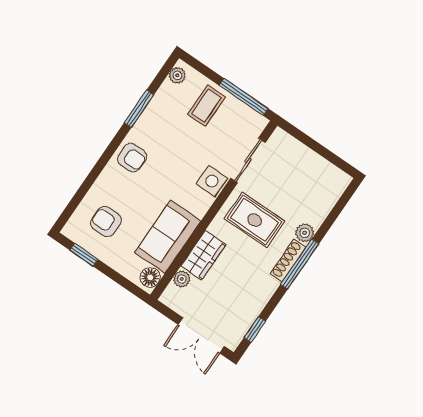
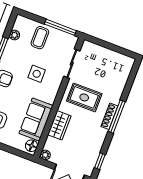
plant: (177, 75) -> (15, 35), moved
side table: (212, 181) -> (37, 74), moved
plant: (305, 233) -> (115, 98), removed
plant: (182, 279) -> (45, 155), moved

